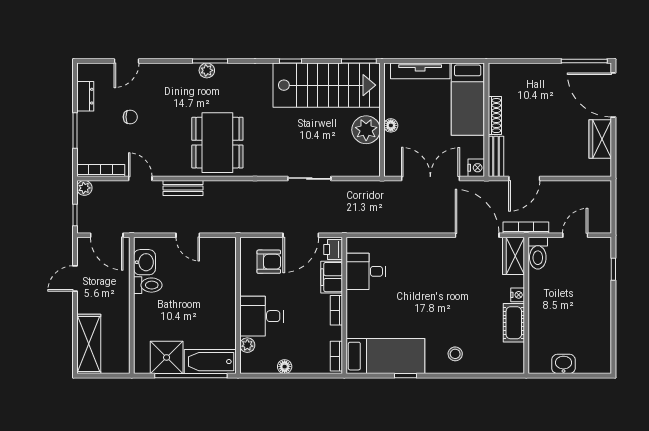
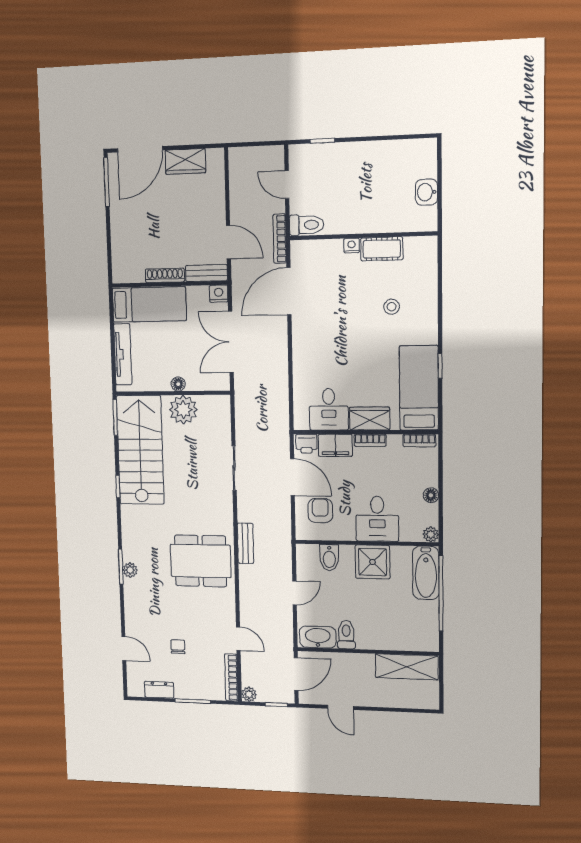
door: (140, 178) -> (238, 639), swing flipped
bench: (183, 188) -> (245, 543), moved
wardrobe: (513, 256) -> (370, 419), moved, turned 180
washbasin: (145, 262) -> (318, 637), width x1.38
bidet: (223, 270) -> (329, 558), added
shelving: (89, 344) -> (407, 667), moved
plant: (247, 345) -> (431, 534), moved
stool: (455, 354) -> (392, 307), moved
shower: (167, 357) -> (373, 562), moved

